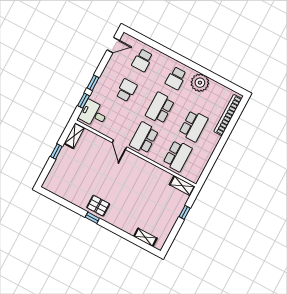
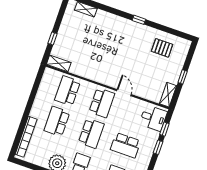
school desk: (126, 90) -> (125, 145), width x1.85
pallet: (98, 206) -> (162, 48), moved

